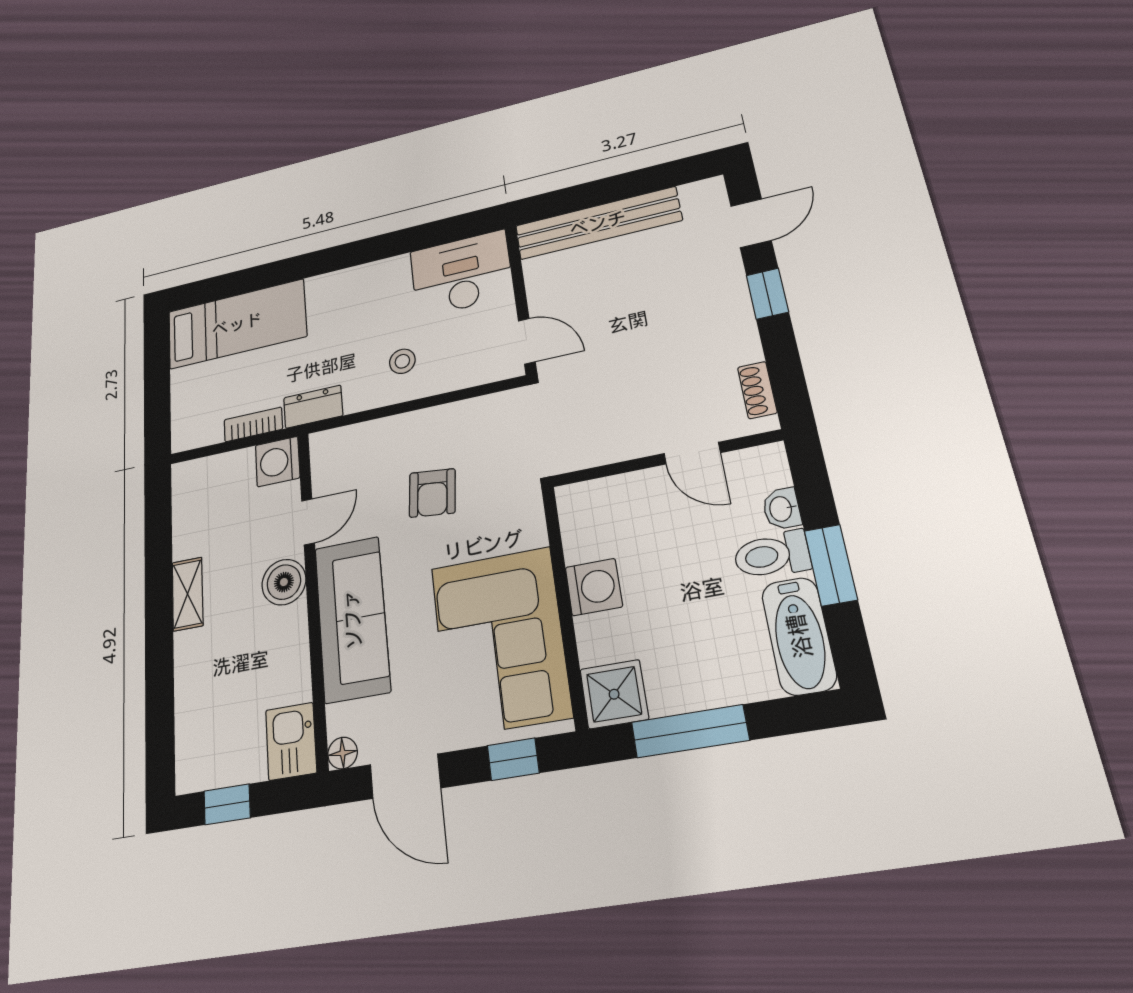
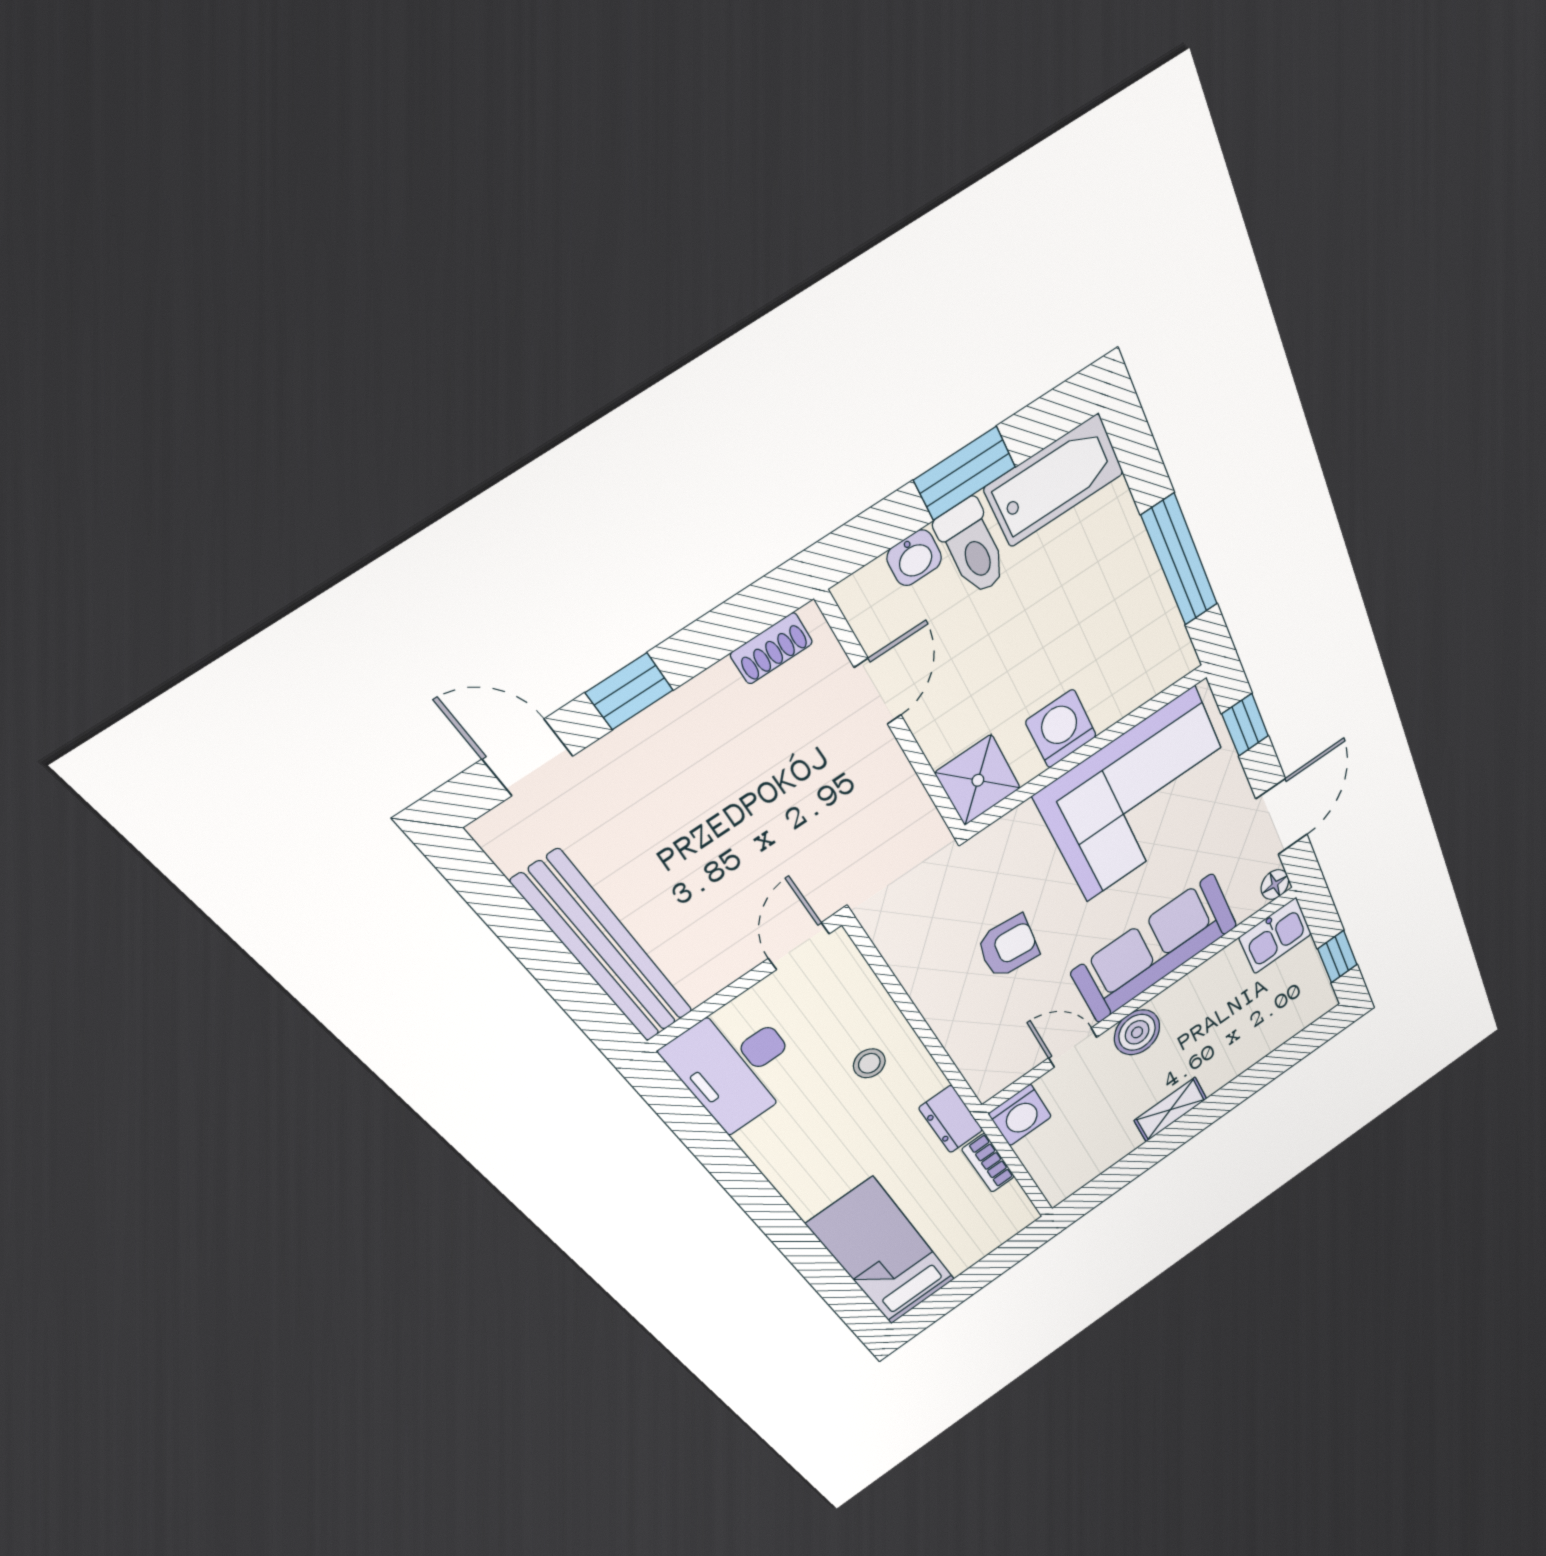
shower: (614, 694) -> (978, 780), moved

